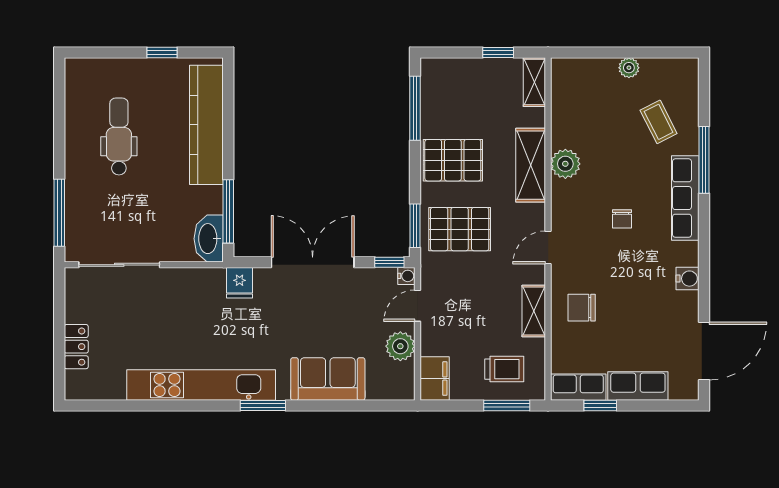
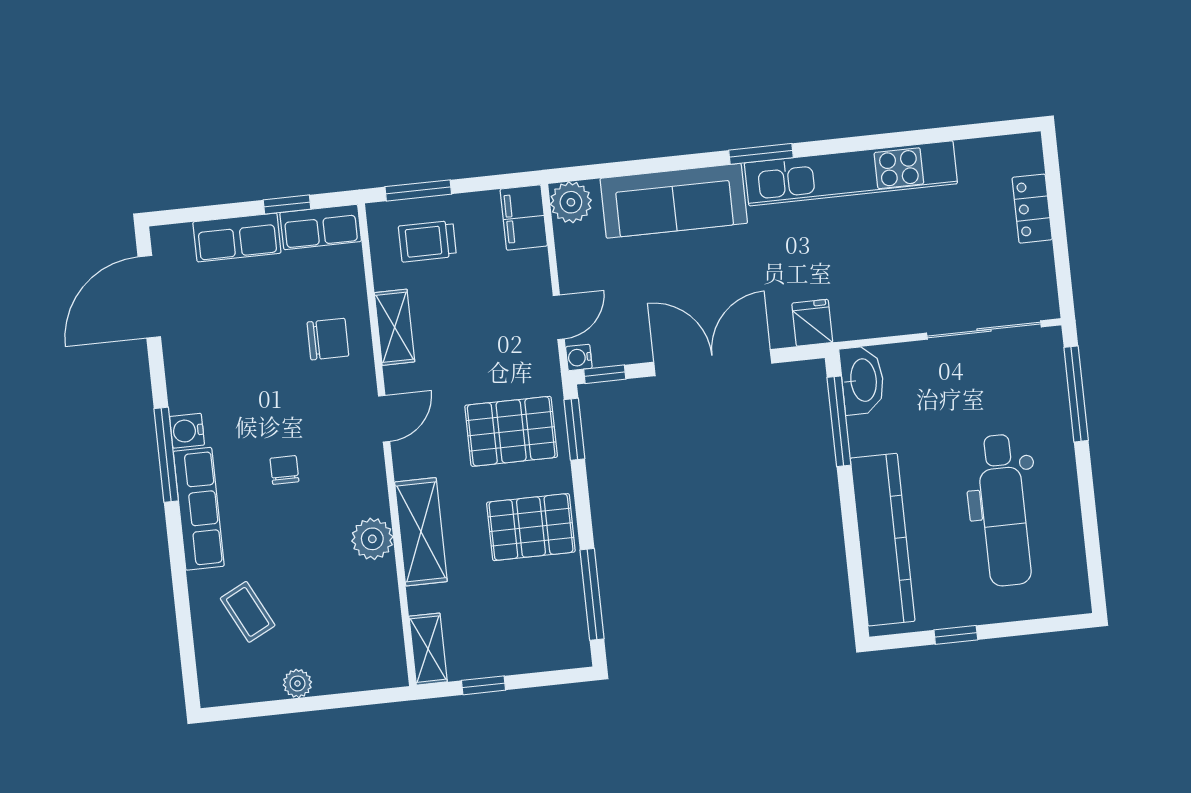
dental chair: (119, 137) -> (1004, 510), width x1.36, depth x1.38
window: (704, 160) -> (166, 455), moved
double door: (313, 262) -> (713, 363), swing flipped
water cooler: (688, 279) -> (187, 431), moved
plant: (400, 346) -> (571, 202), moved
sofa: (328, 379) -> (674, 201), width x1.36

